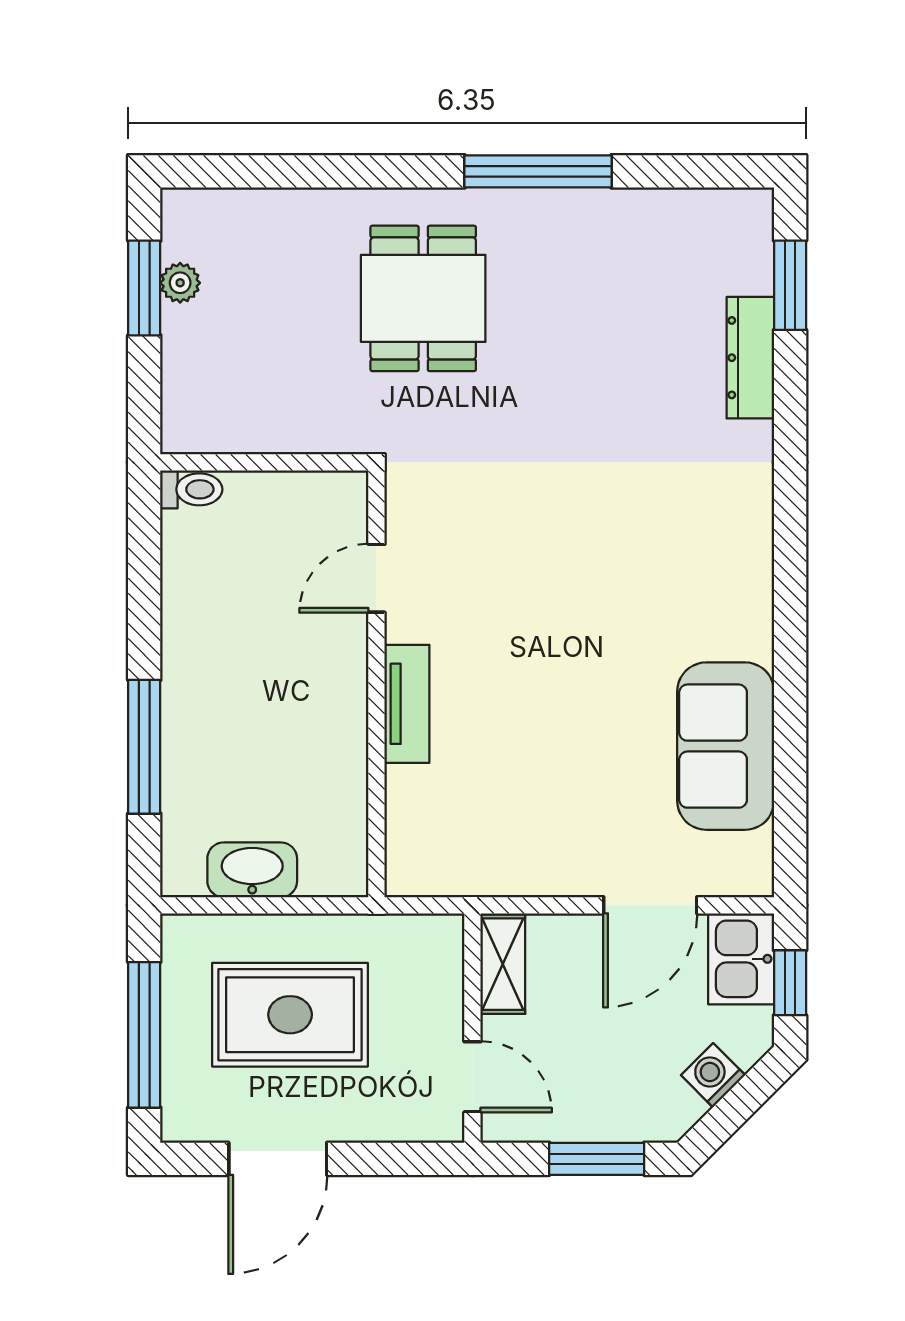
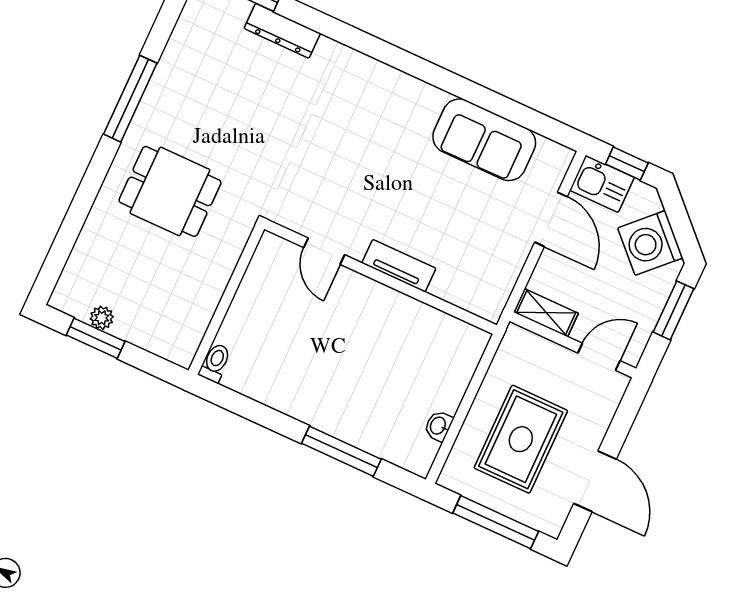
door: (376, 578) -> (324, 251), moved
wall: (376, 684) -> (381, 277), moved
tv unit: (407, 704) -> (399, 266), moved
washbasin: (252, 870) -> (438, 426), width x0.52, depth x0.69
washing machine: (713, 1075) -> (650, 243), width x1.89, depth x1.89

